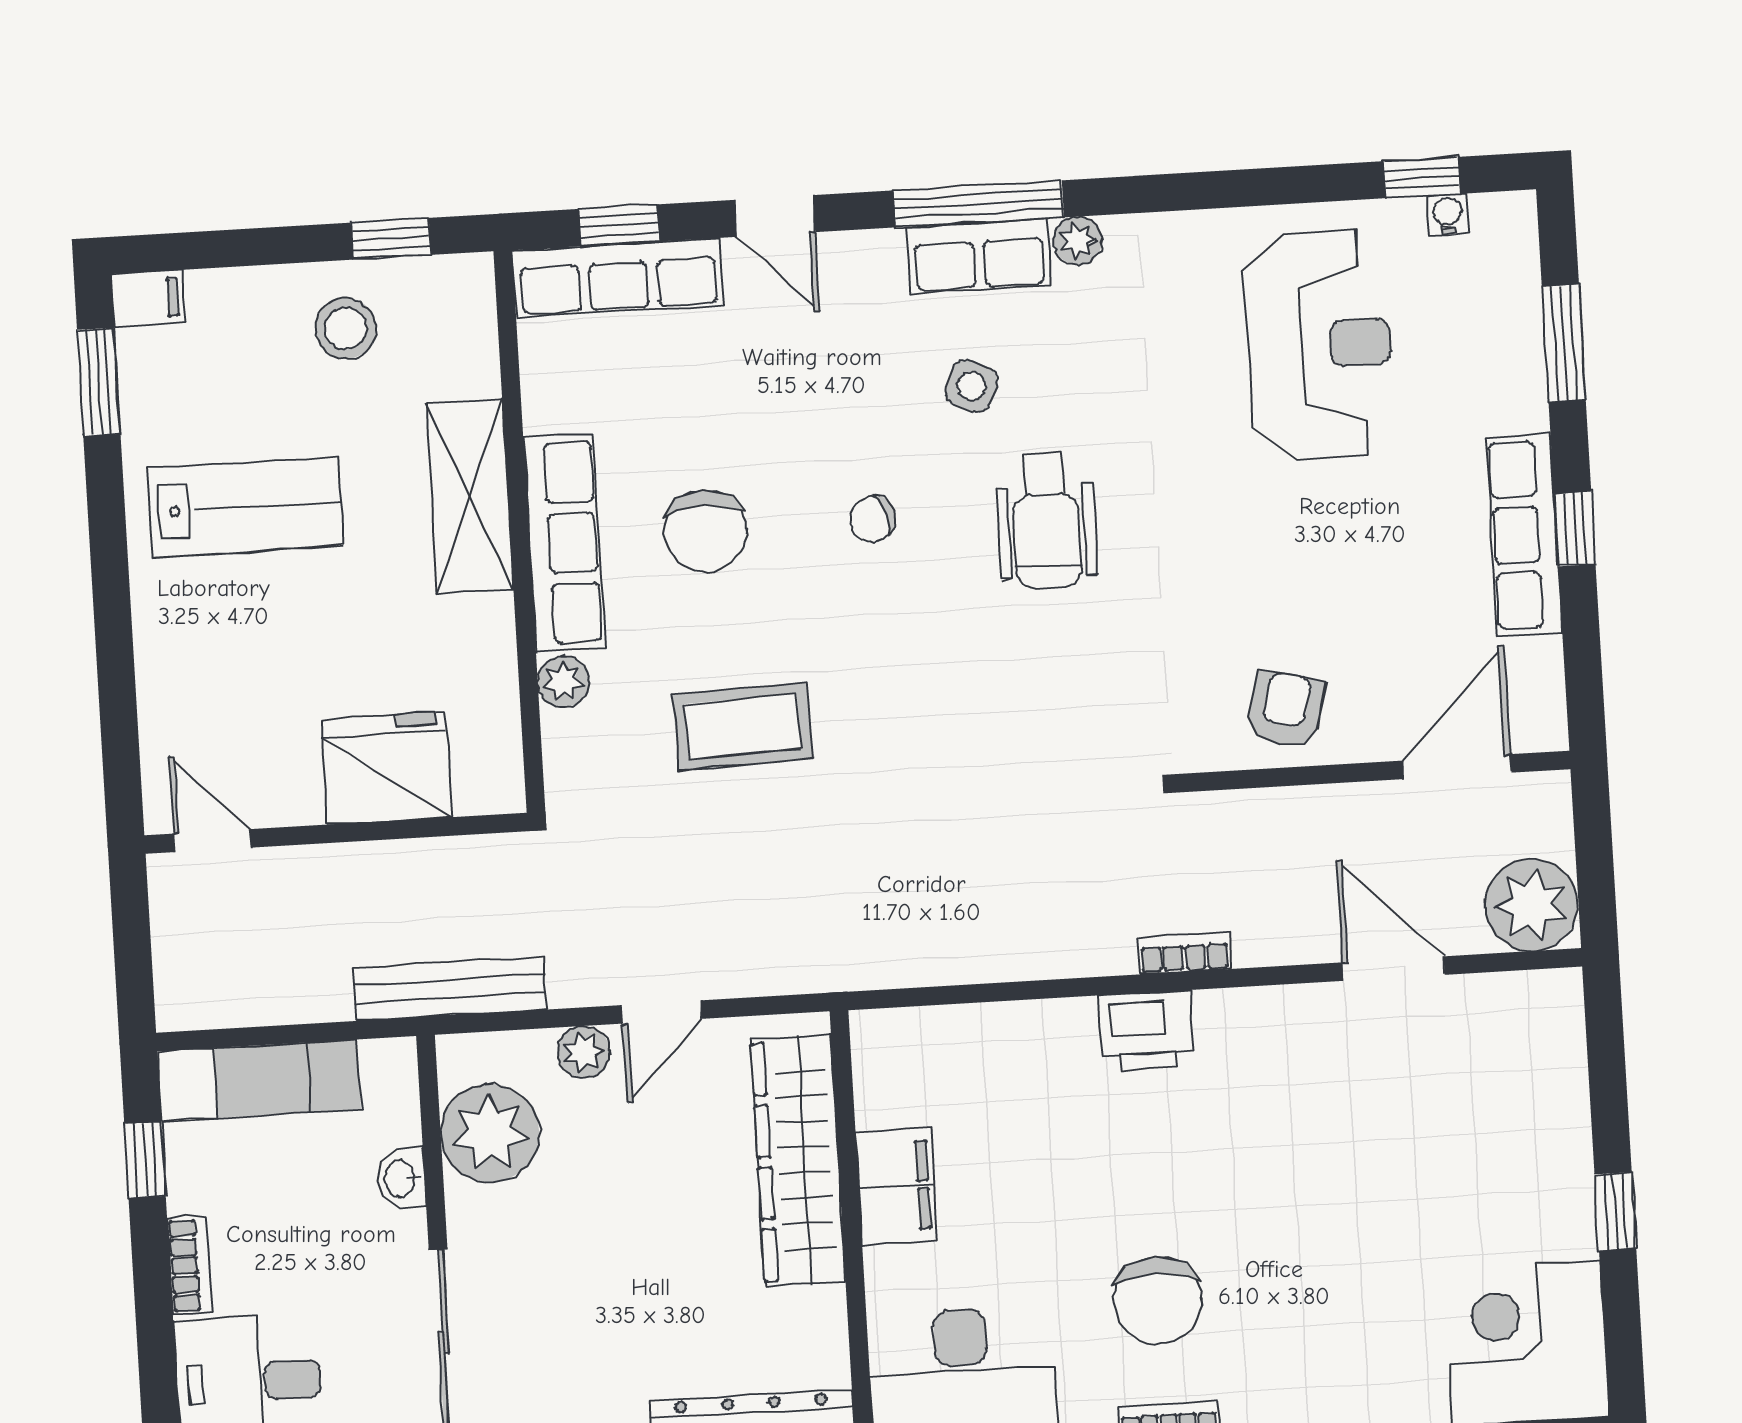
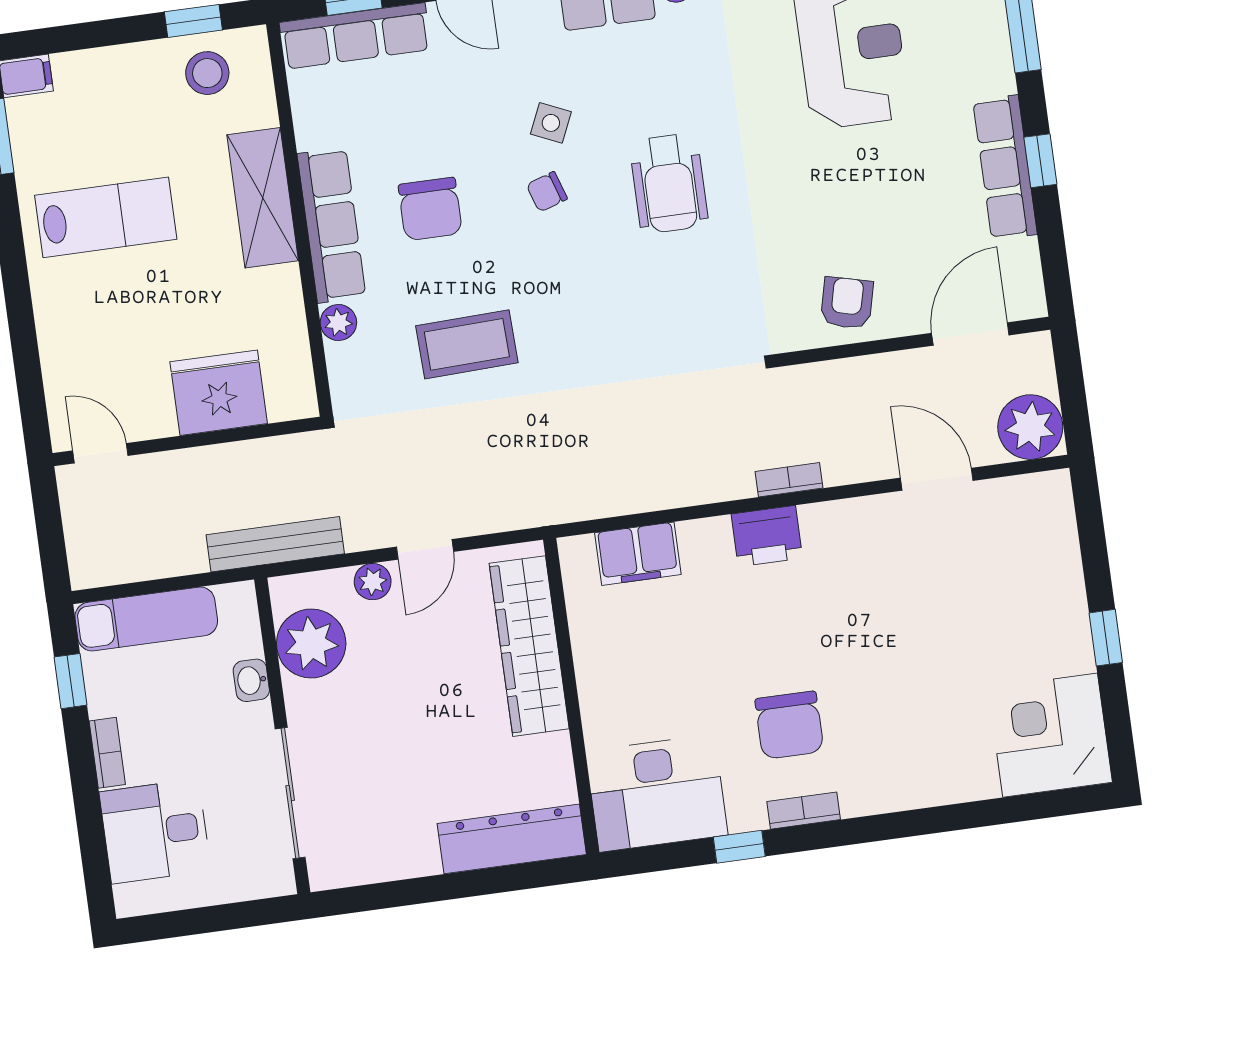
stool: (346, 328) -> (207, 73), moved
side table: (971, 386) -> (551, 123), moved
filing cabinet: (897, 1186) -> (638, 554), moved, turned 90

